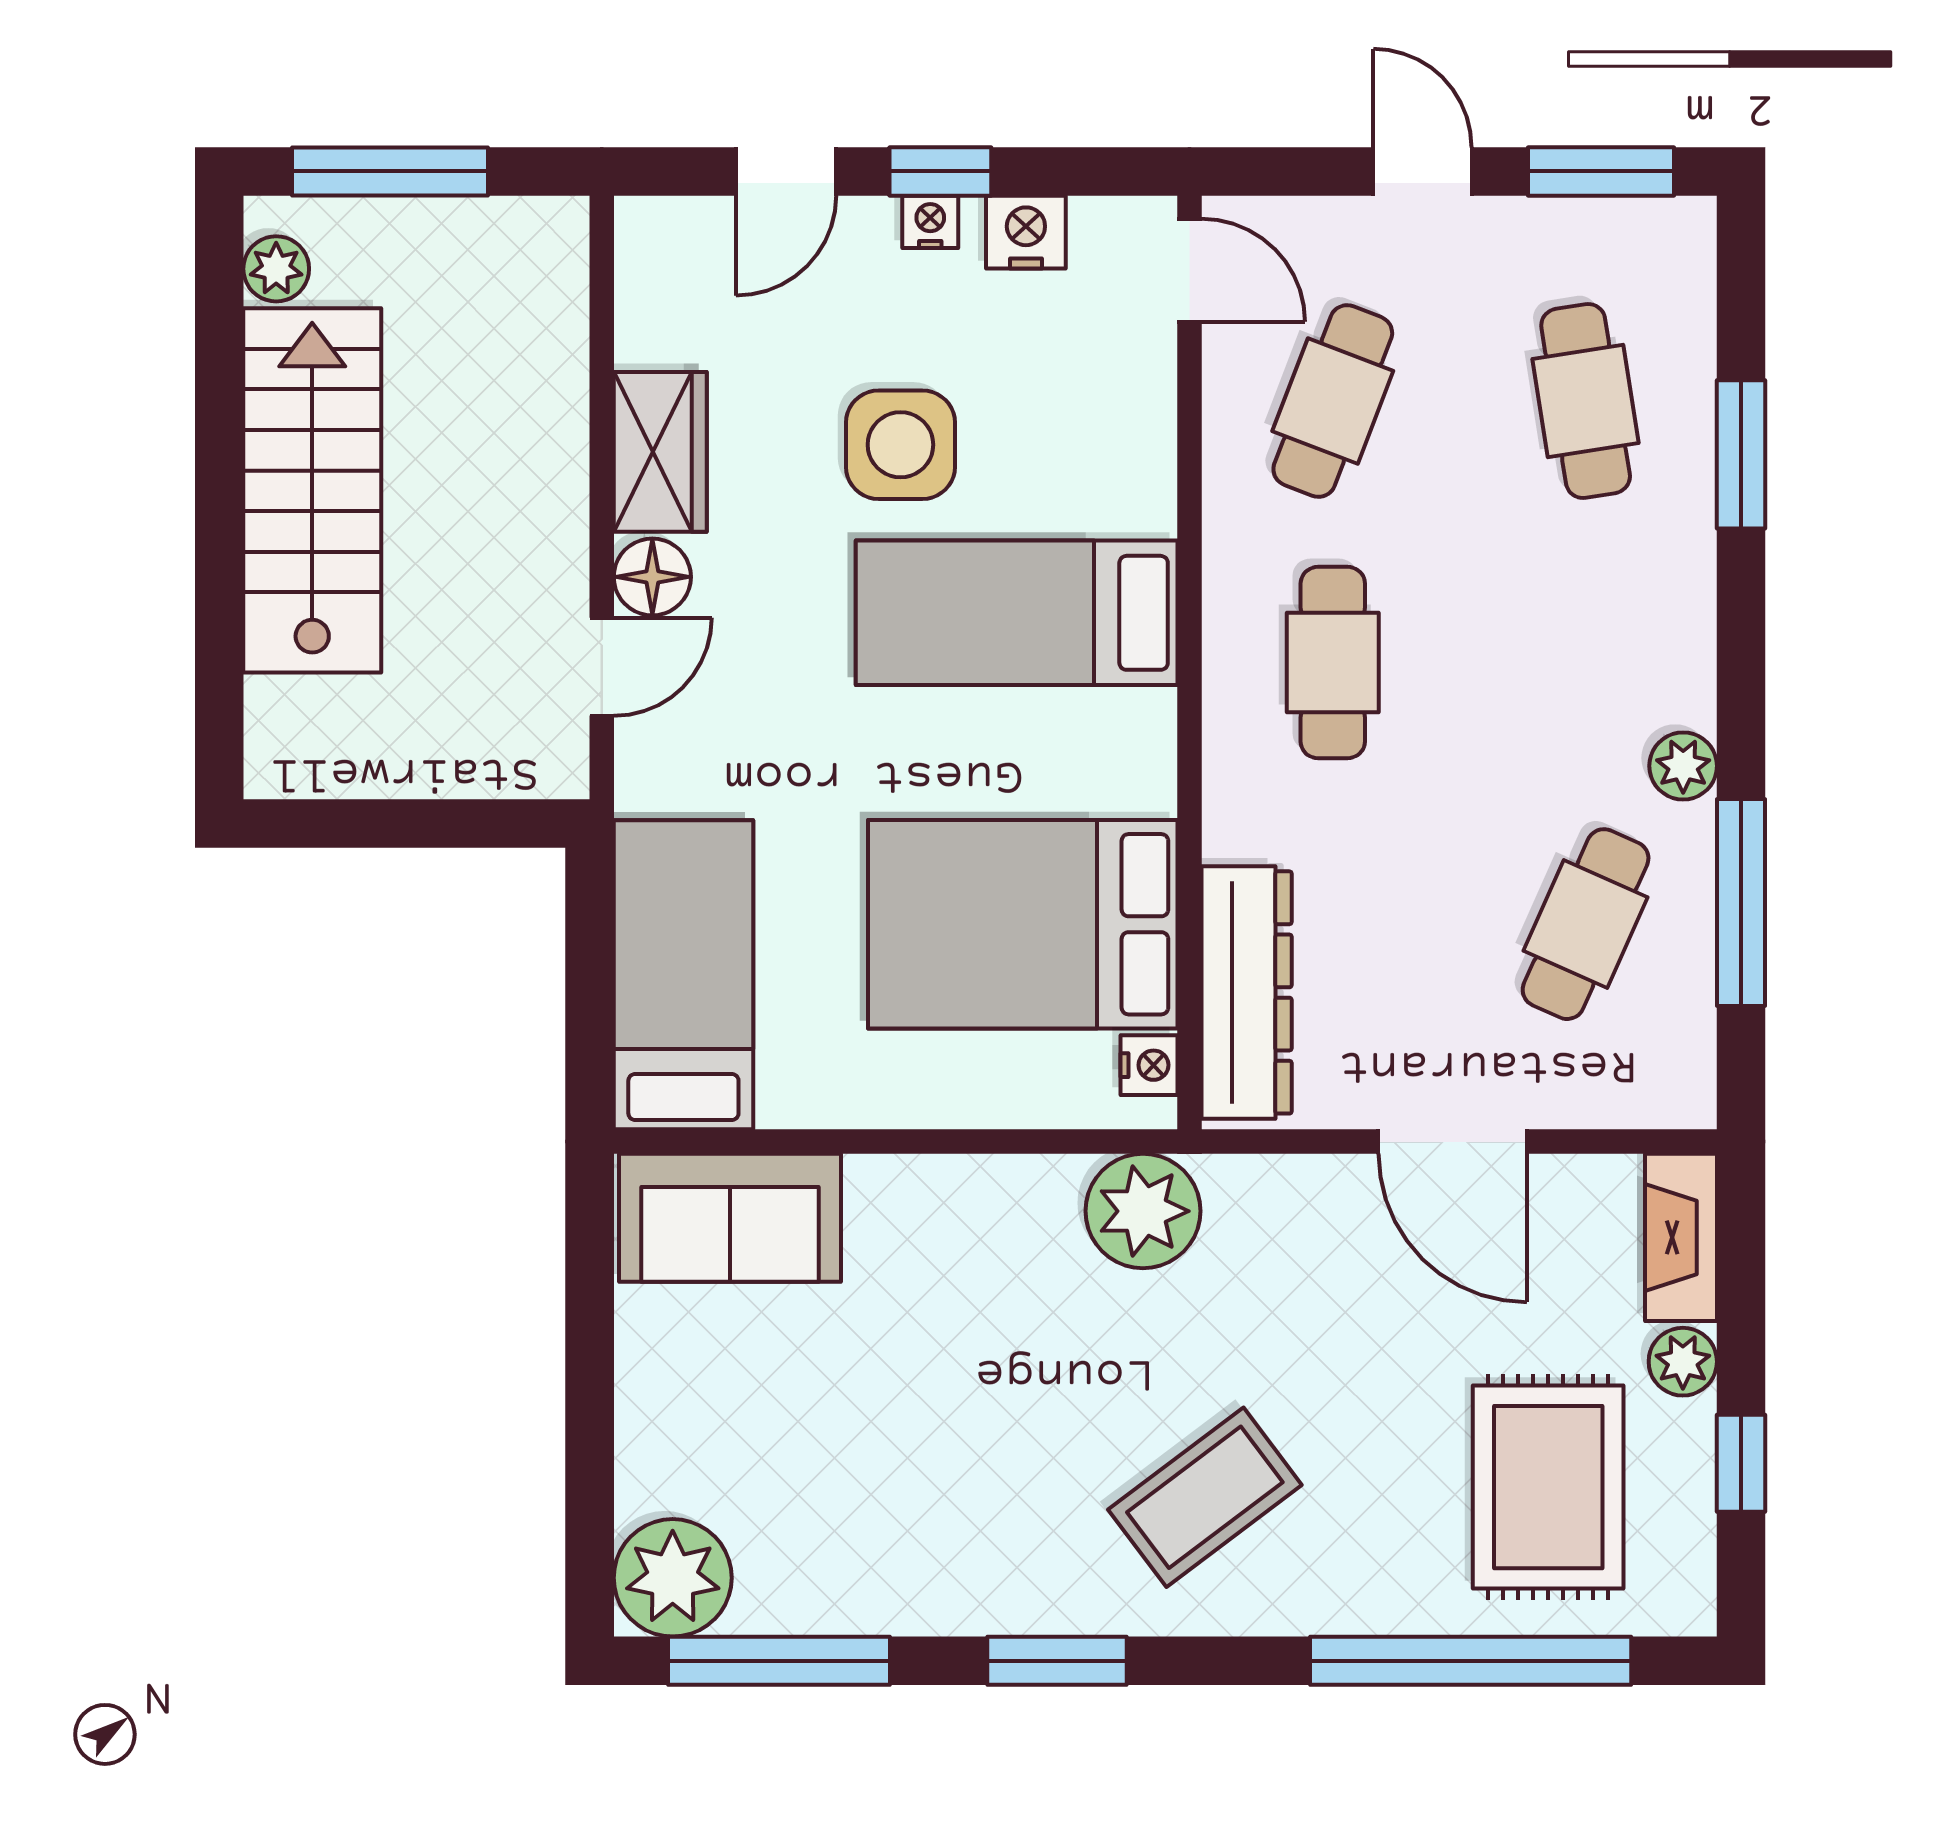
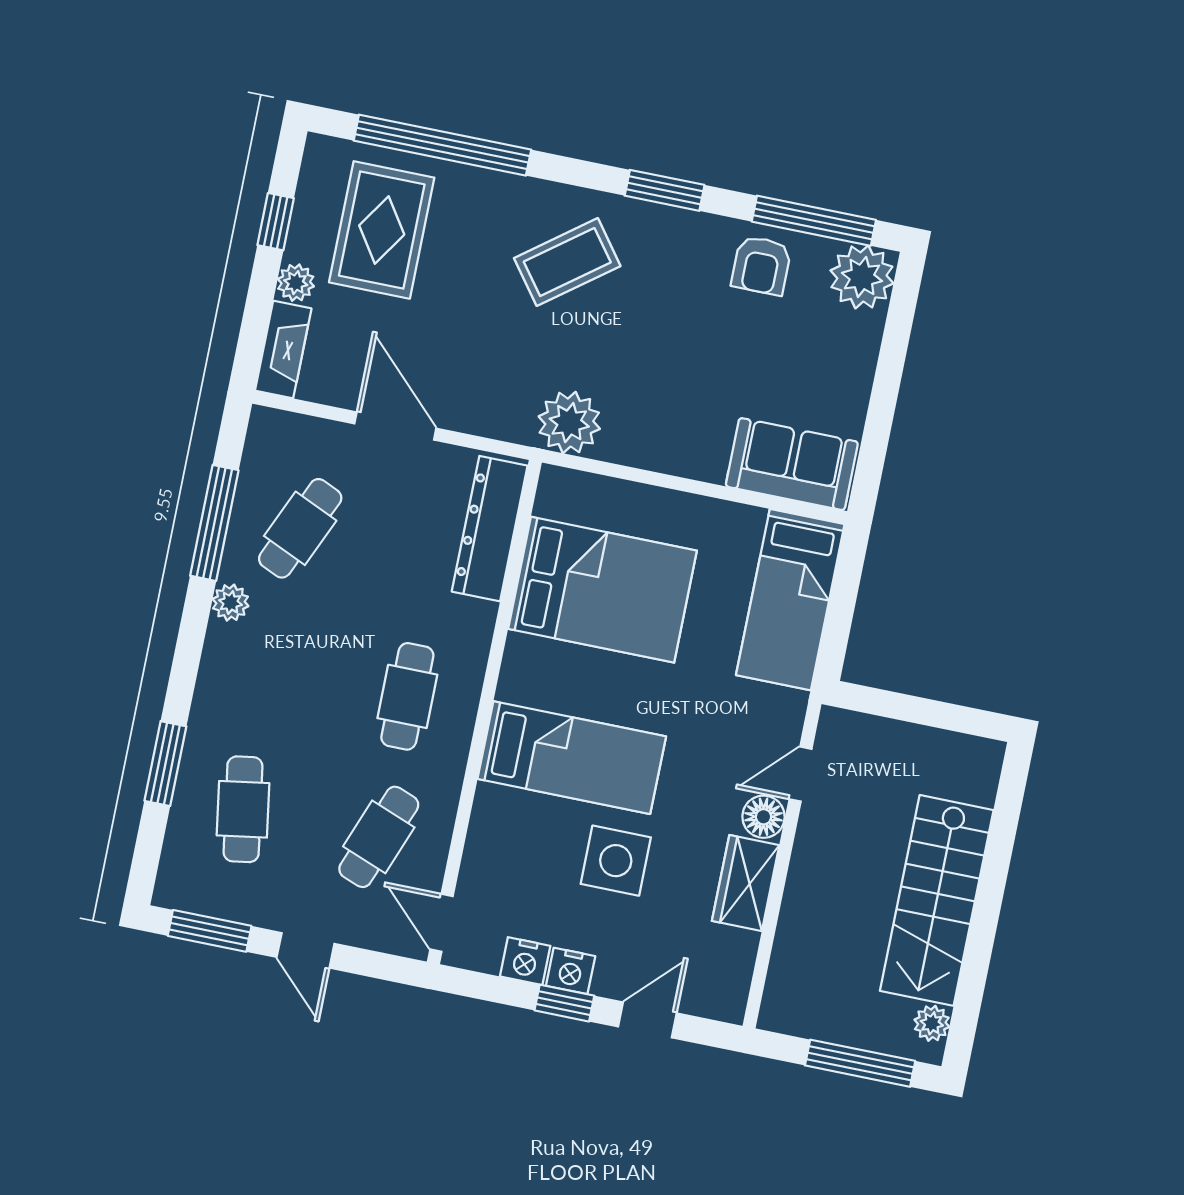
nightstand: (930, 222) -> (571, 971), width x1.39, depth x1.35
nightstand: (1149, 1065) -> (550, 500), removed
armchair: (857, 1562) -> (761, 265), added

